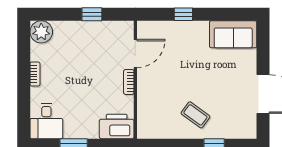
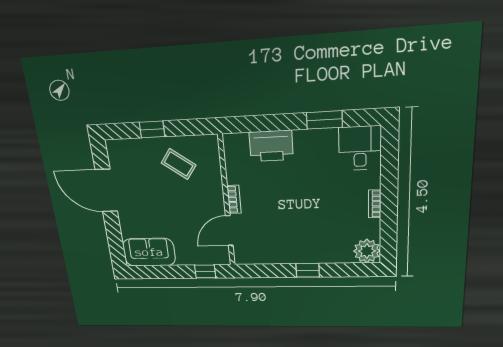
door: (135, 53) -> (229, 231), moved
wall: (135, 80) -> (227, 202), moved
bookcase: (129, 82) -> (234, 199), moved

